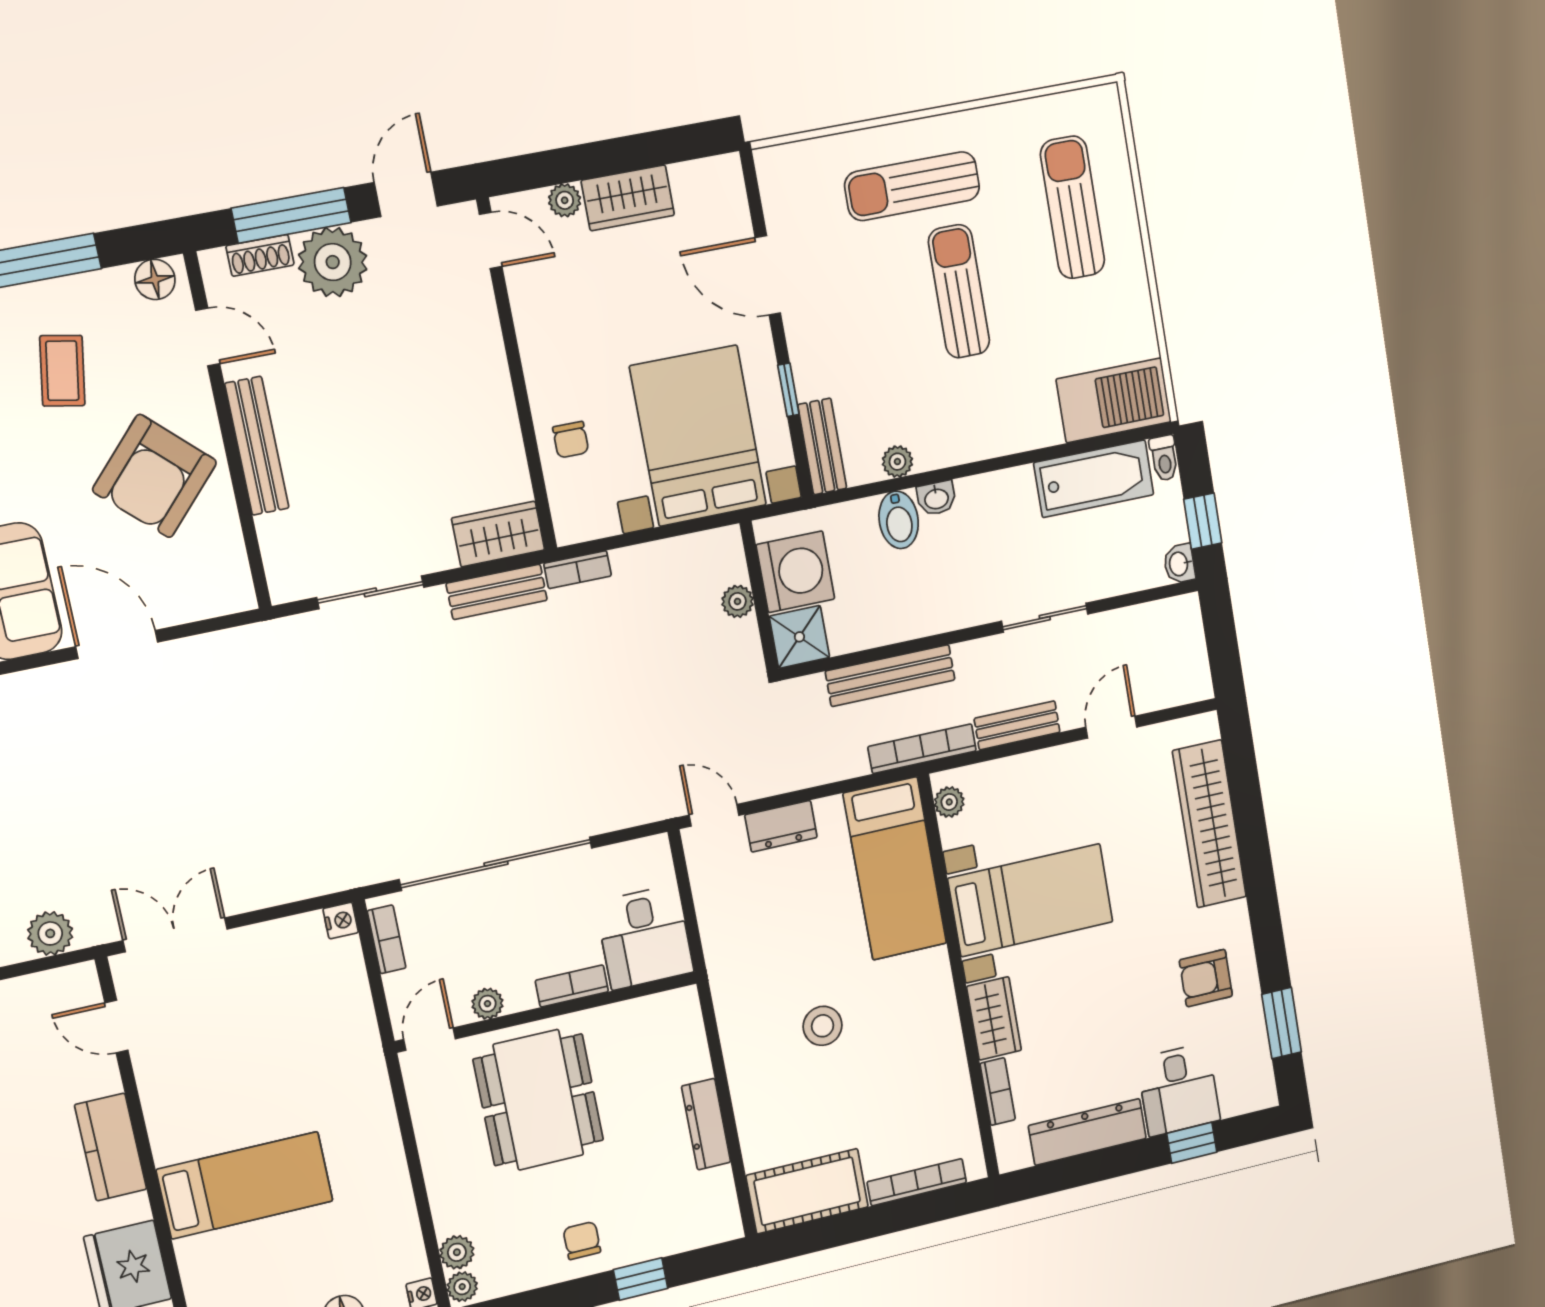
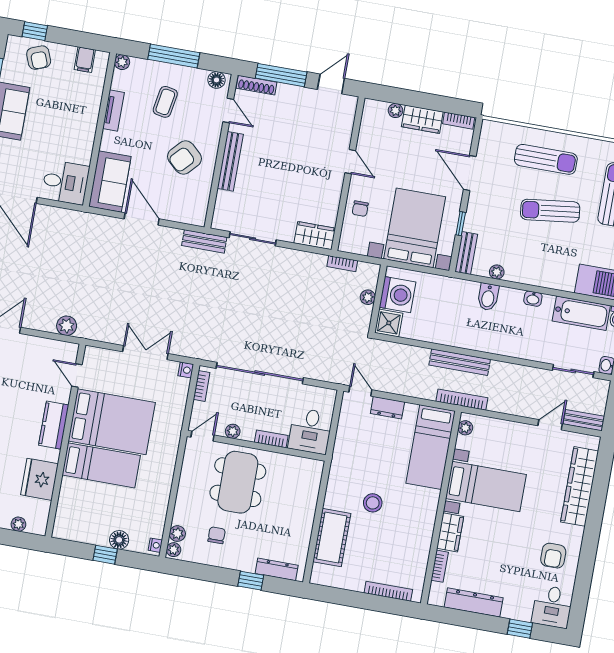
bookcase: (704, 172) -> (459, 121), added
sun lounger: (912, 186) -> (546, 159), turned 180
door: (491, 240) -> (350, 162), moved
shoe rack: (260, 255) -> (256, 85), width x1.43
plant: (333, 262) -> (290, 100), removed
sun lounger: (959, 291) -> (550, 211), turned -97
armchair: (155, 476) -> (184, 157), width x0.73, depth x0.73
washbasin: (936, 498) -> (533, 299), moved
washing machine: (795, 572) -> (398, 295), moved
bench: (497, 592) -> (204, 241), moved
wall: (759, 596) -> (378, 299), moved
plant: (738, 601) -> (368, 297), moved
sliding door: (1045, 618) -> (573, 371), moved
shower: (799, 637) -> (389, 323), moved
bench: (1017, 725) -> (584, 420), moved
double door: (175, 935) -> (145, 353), moved
armchair: (1206, 978) -> (553, 556), turned -90
window: (1282, 1023) -> (581, 591), removed
bed: (230, 1089) -> (112, 422), added
desk: (1179, 1090) -> (552, 607), moved
dresser: (706, 1124) -> (277, 569), moved, turned 90
cot: (807, 1191) -> (332, 538), moved, turned 90
chair: (582, 1240) -> (217, 535), moved

